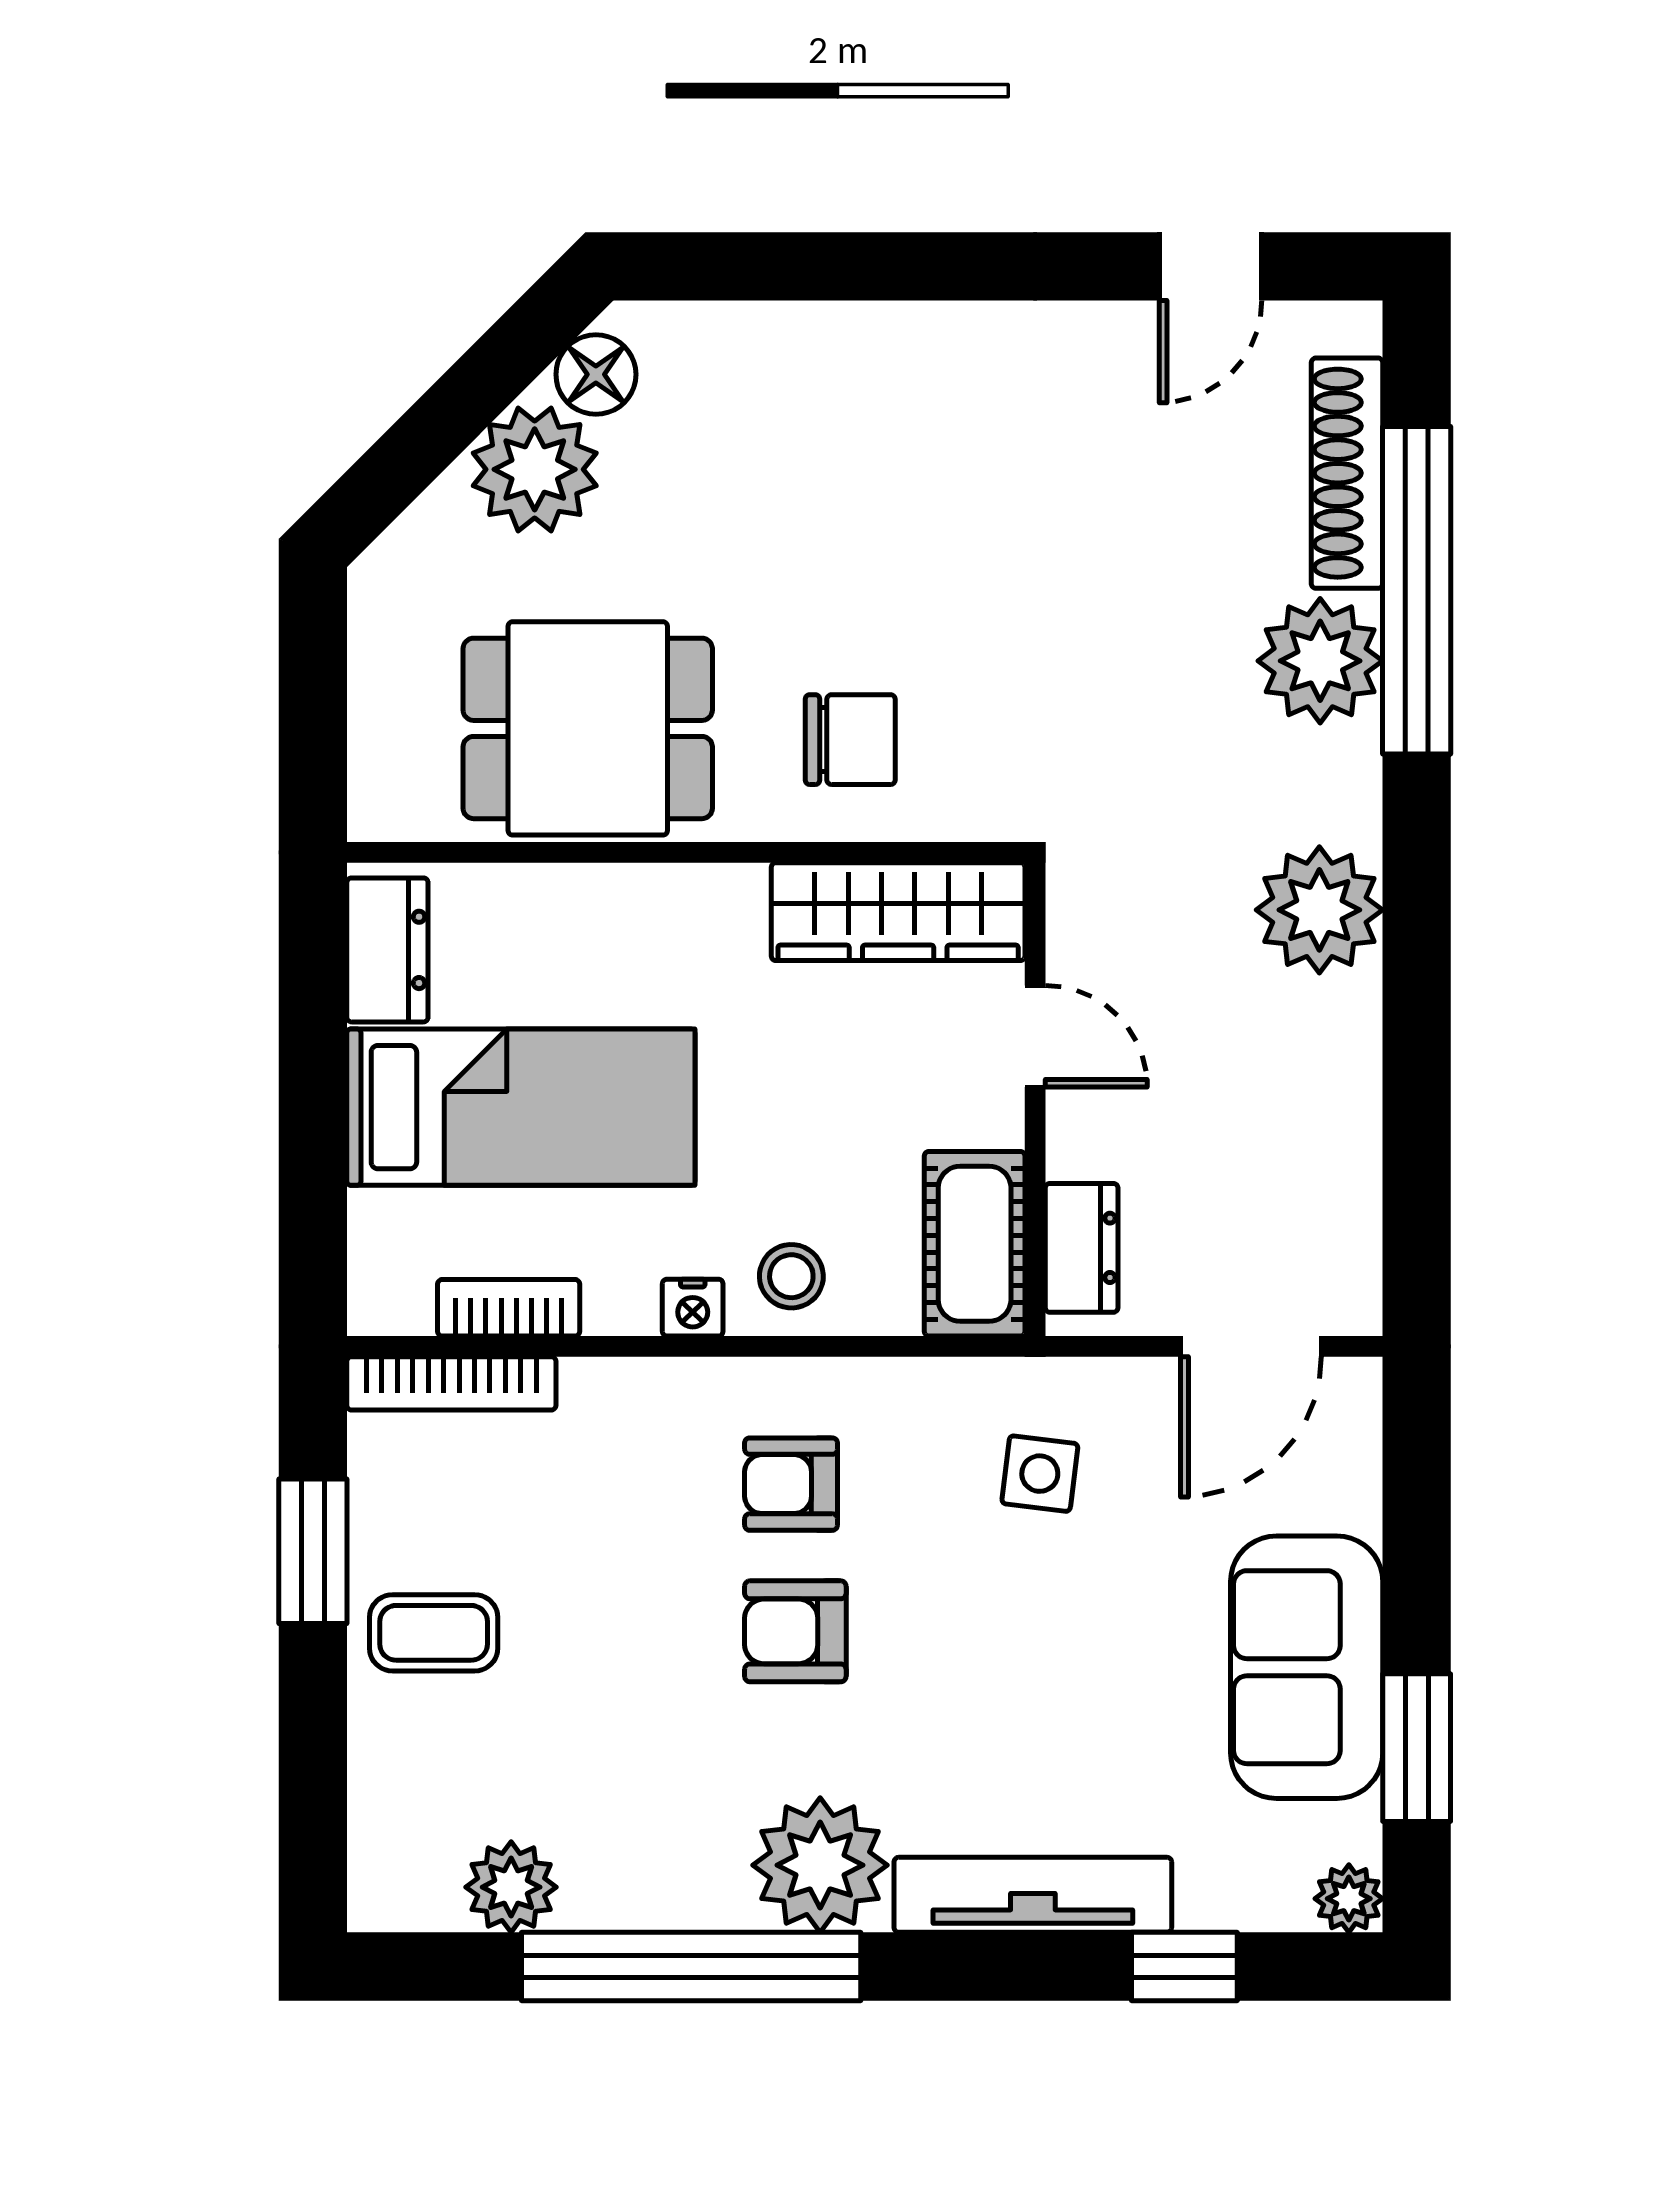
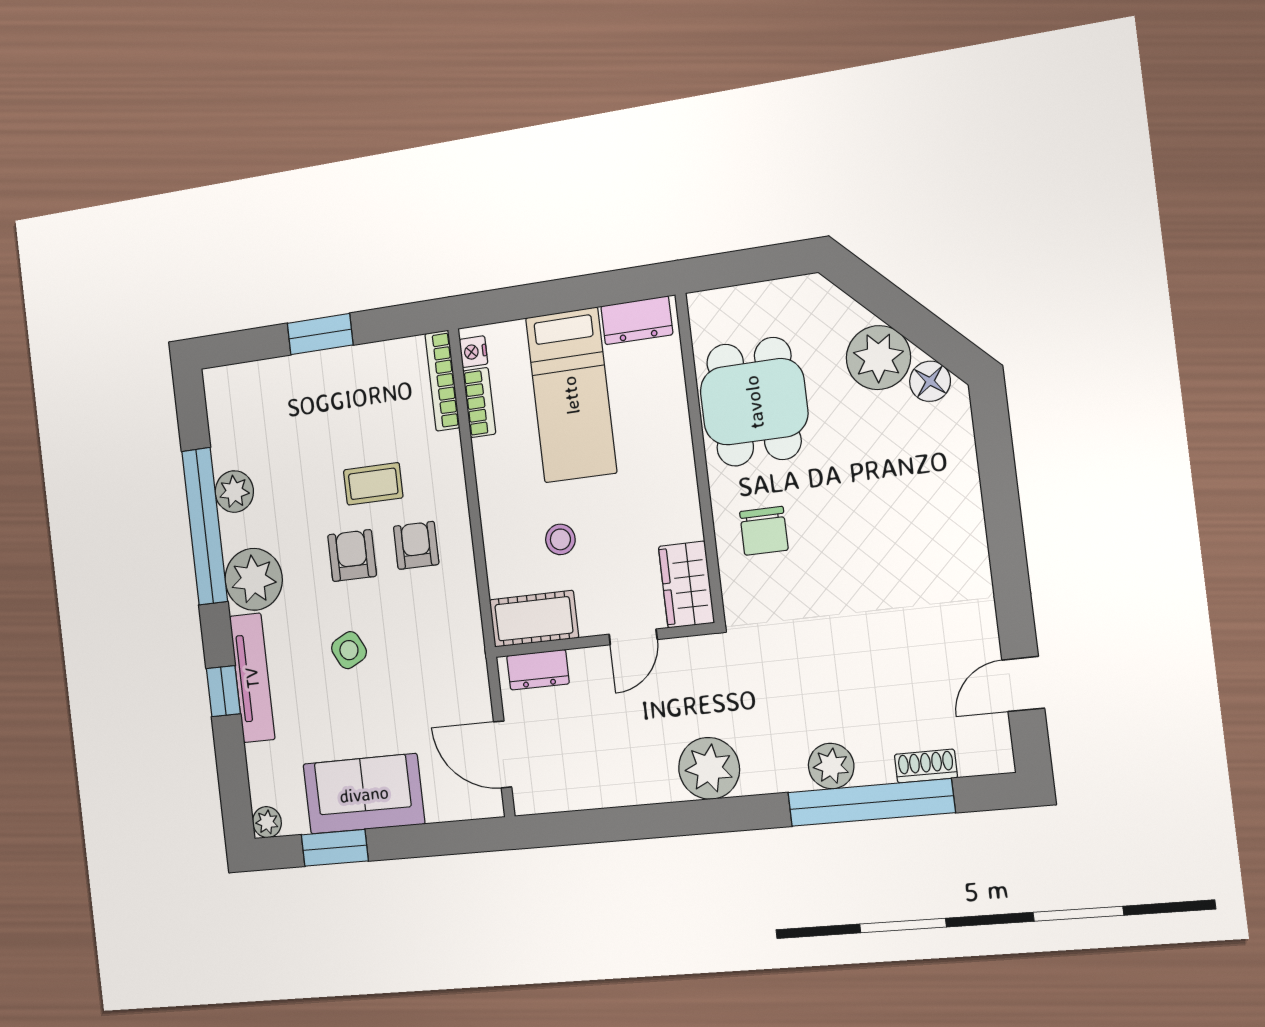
door: (1211, 266) -> (1023, 684), hinge flipped
shoe rack: (1347, 473) -> (926, 766), width x0.51, depth x0.81
plant: (1320, 661) -> (831, 766), width x0.73, depth x0.73
wardrobe: (898, 912) -> (686, 585), width x0.67
stool: (791, 1276) -> (560, 539), moved
nightstand: (693, 1308) -> (473, 352), moved
side table: (1040, 1474) -> (349, 650), moved, turned -35
window: (313, 1551) -> (320, 334), moved
coffee table: (434, 1633) -> (373, 484), moved, turned 90
plant: (511, 1887) -> (234, 492), moved
window: (1184, 1966) -> (223, 691), moved

